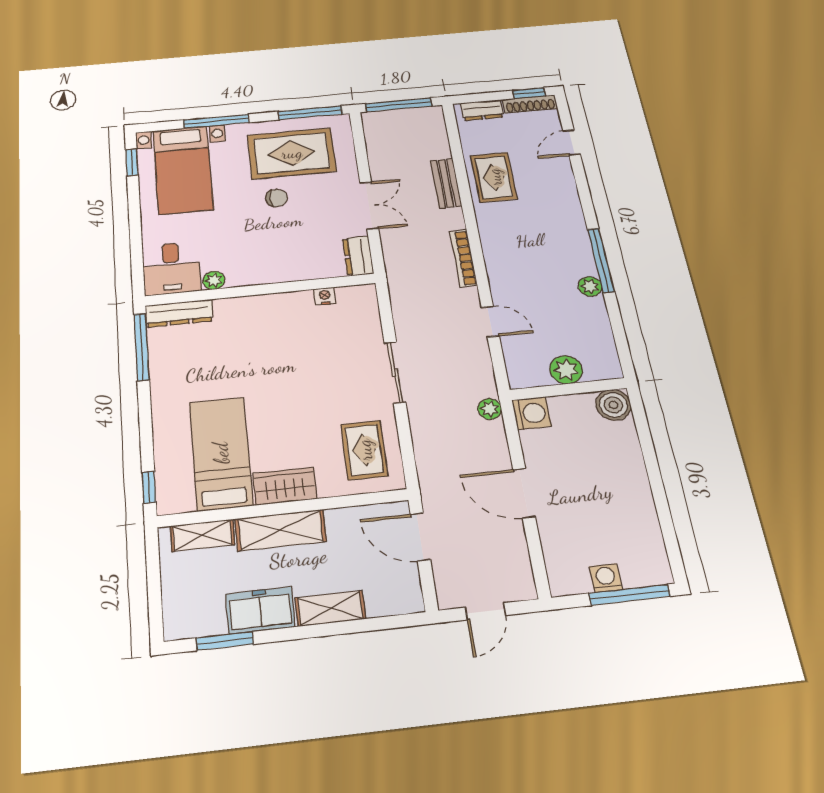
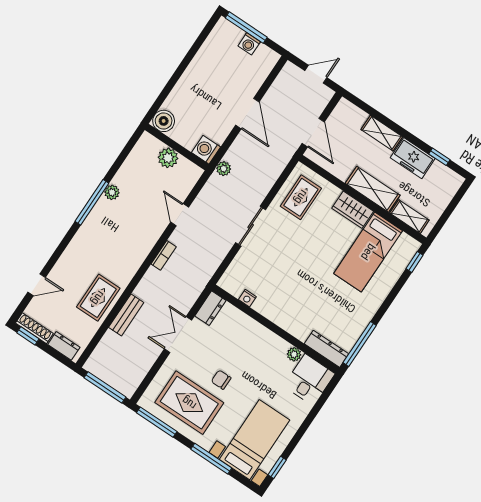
bookcase: (463, 258) -> (164, 255), width x0.64
window: (225, 641) -> (439, 157), width x0.67

